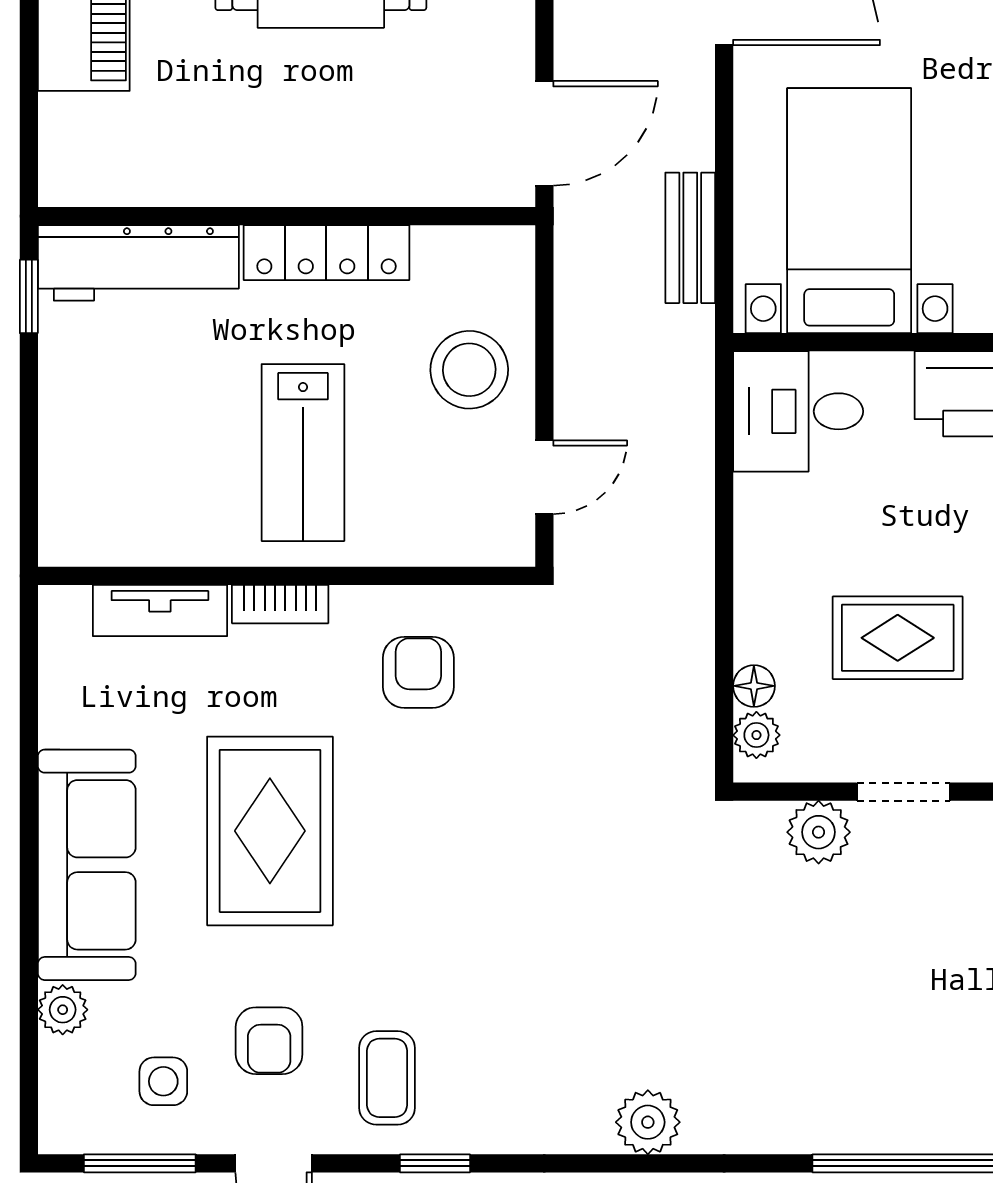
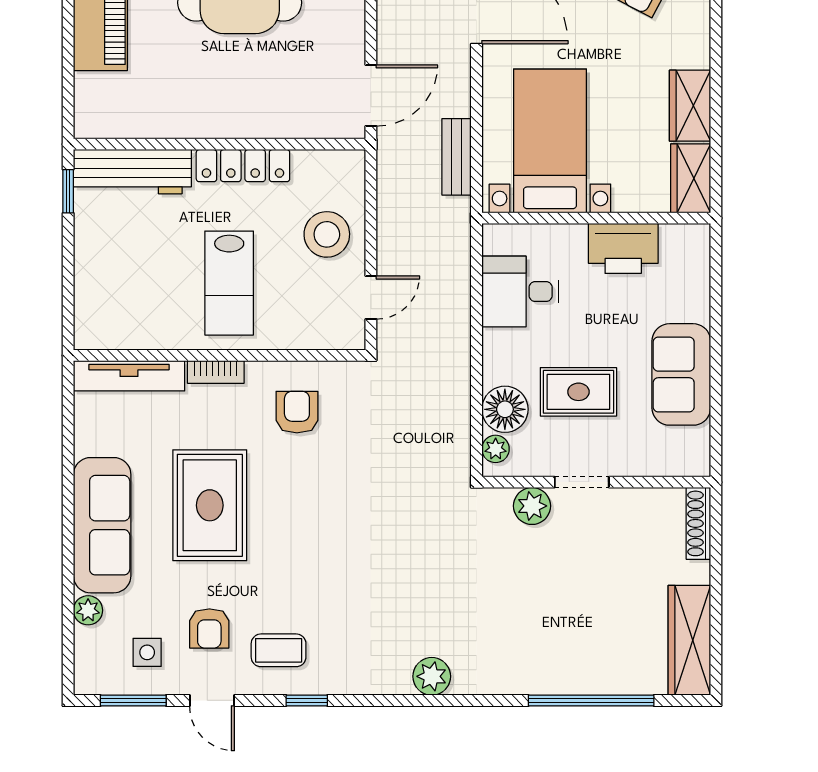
desk: (798, 411) -> (520, 292), moved
tv unit: (160, 610) -> (129, 376), width x1.41
floor lamp: (754, 686) -> (505, 409), width x1.89, depth x1.89
coffee table: (387, 1078) -> (279, 650), turned 90

